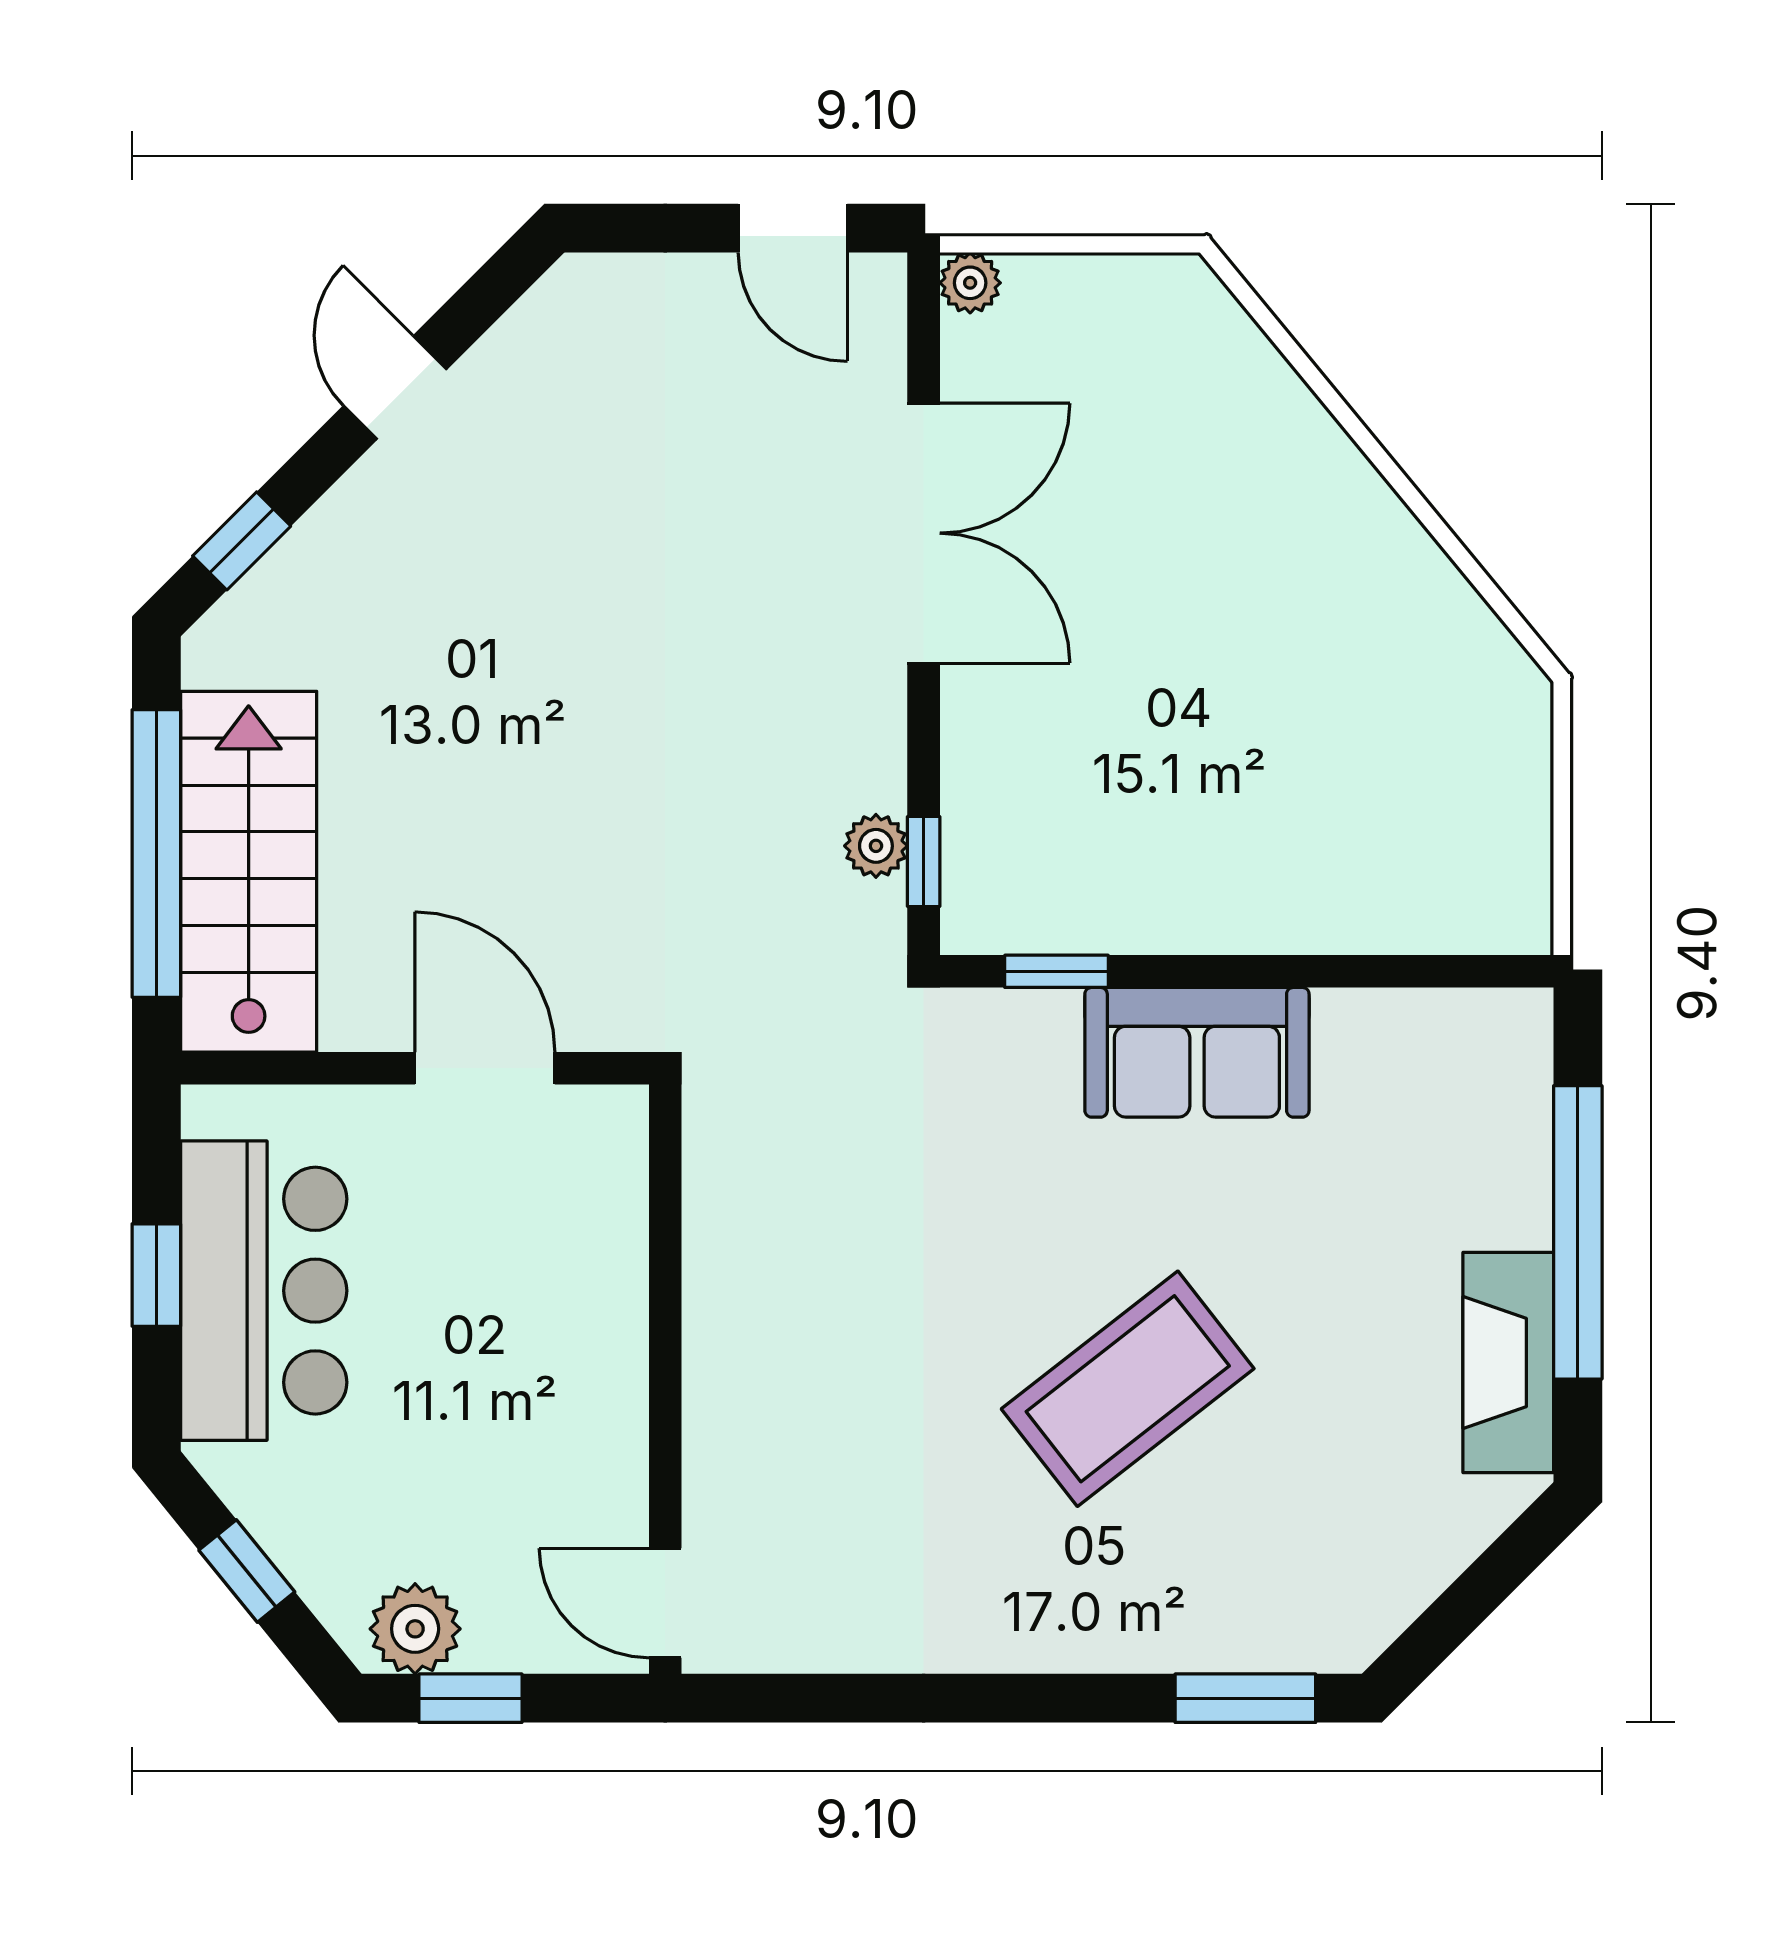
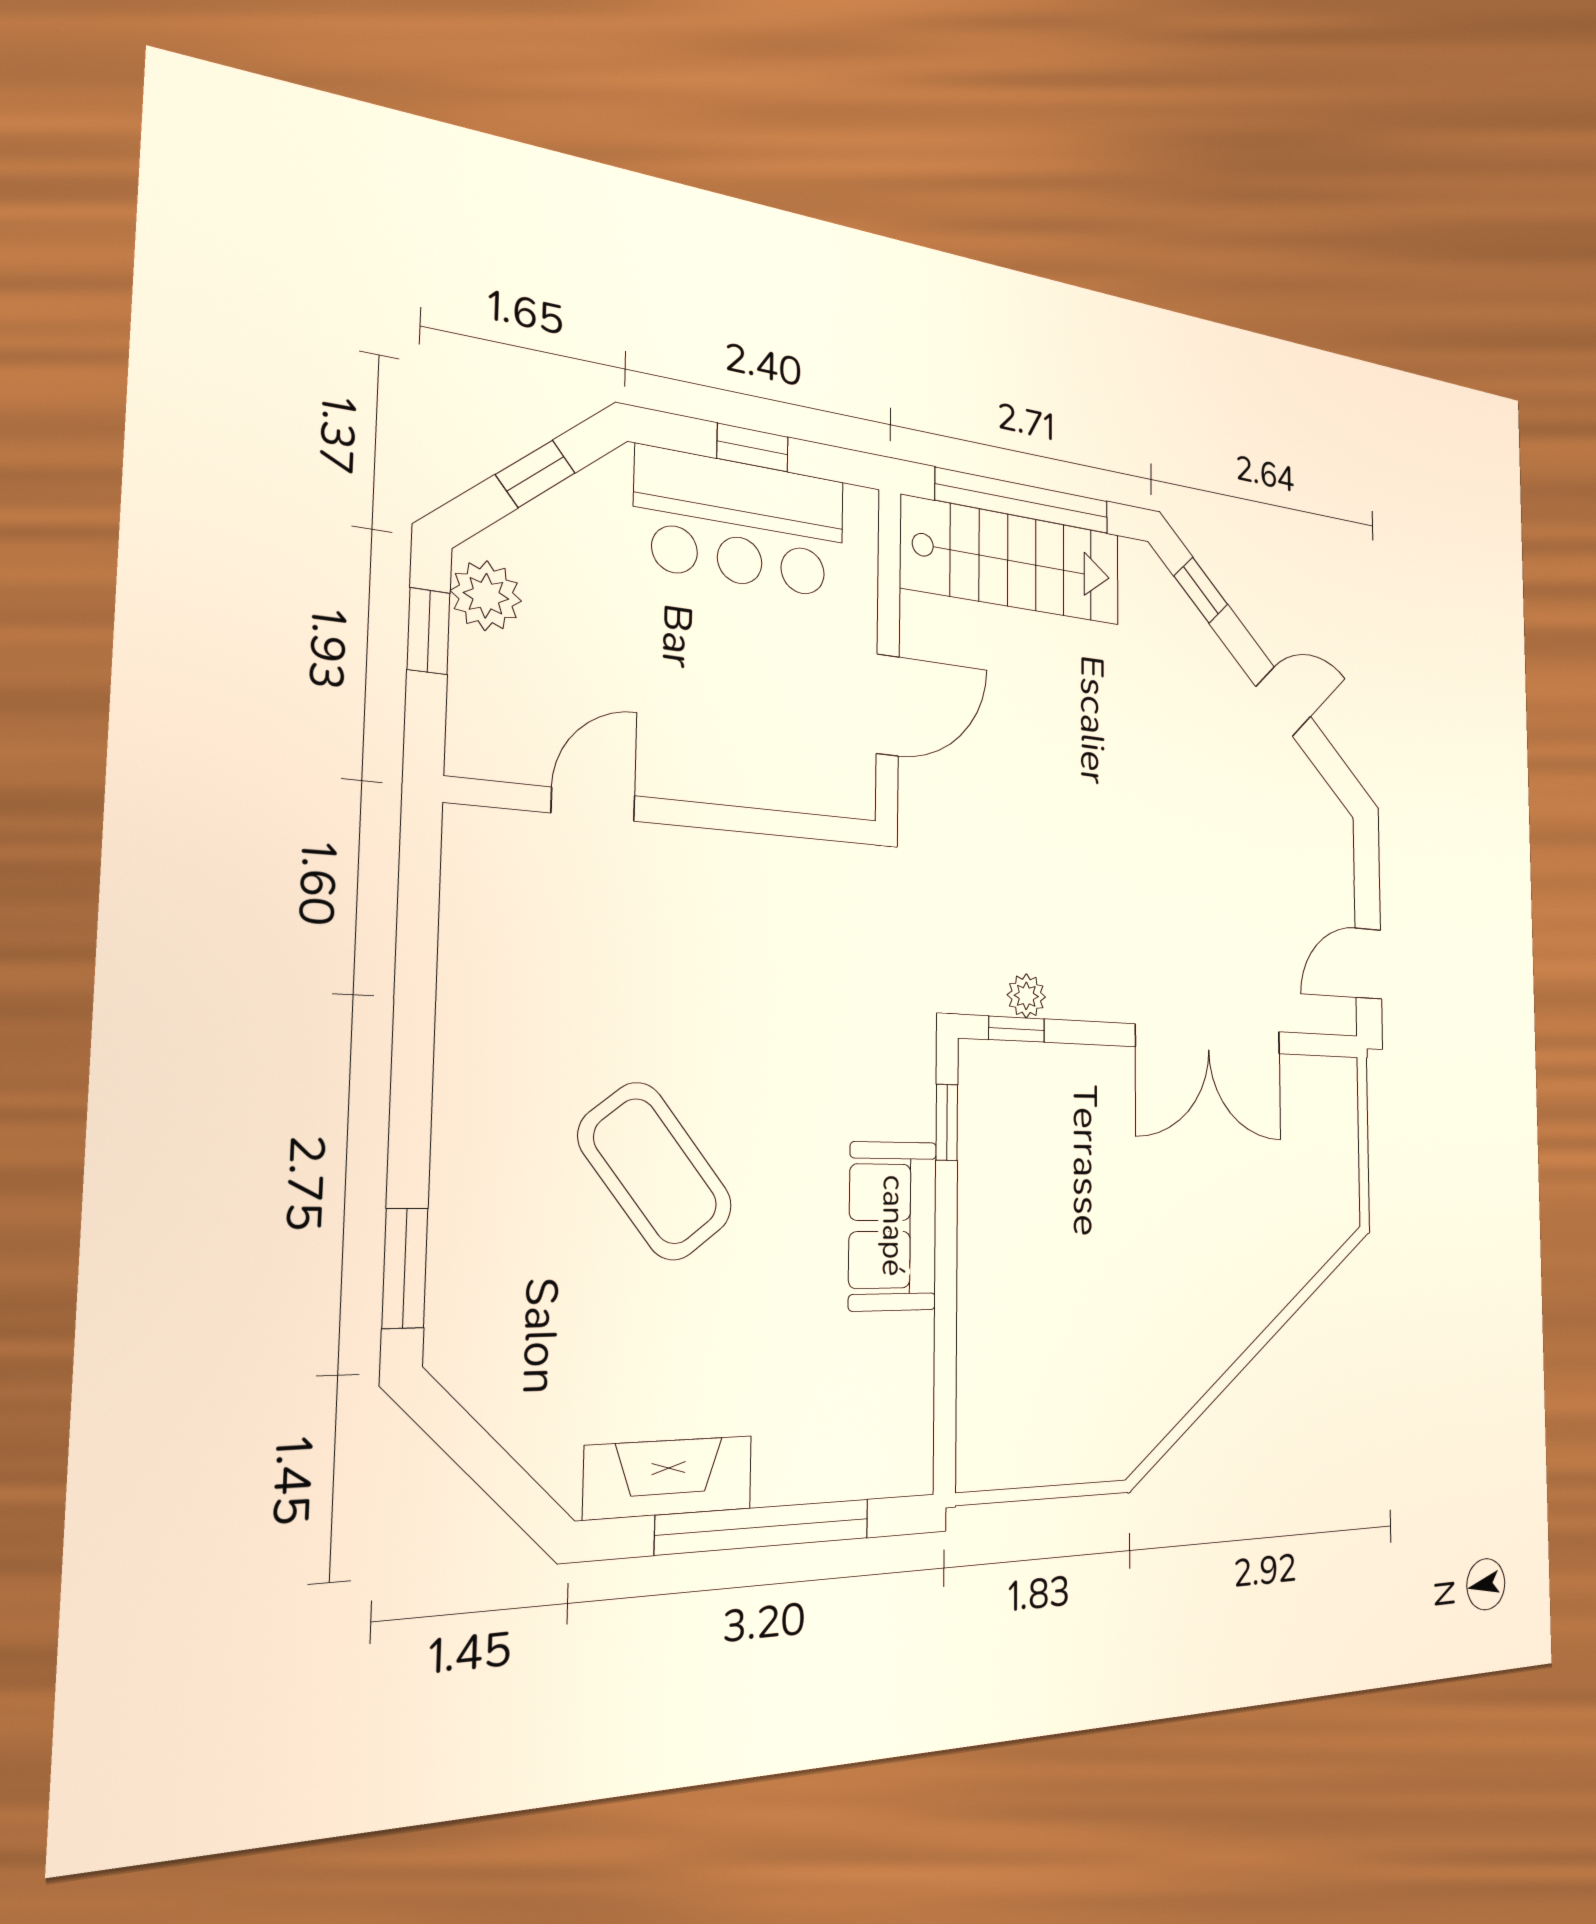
plant: (970, 283) -> (1342, 1076), removed
door: (665, 1603) -> (593, 804), moved

